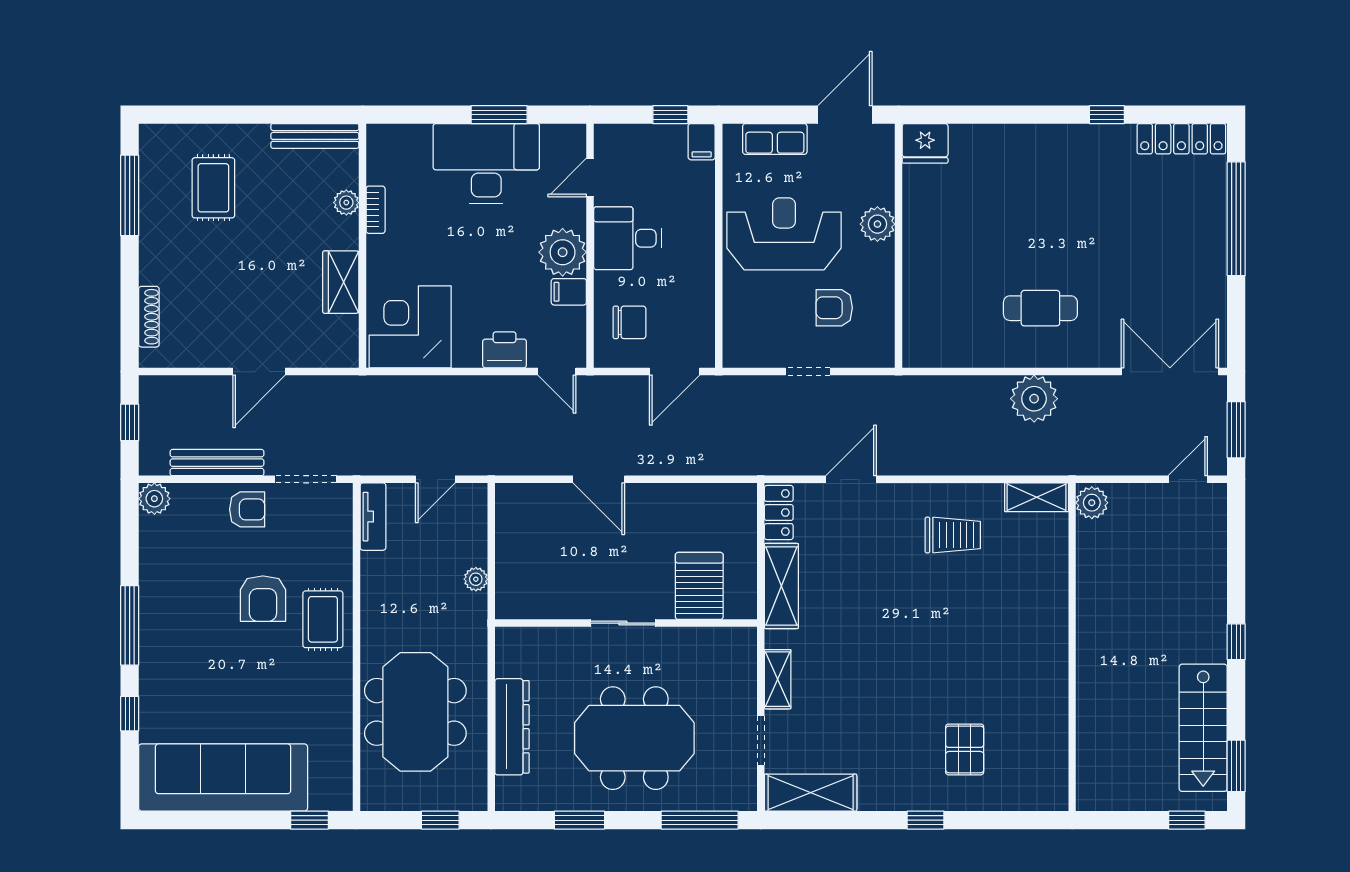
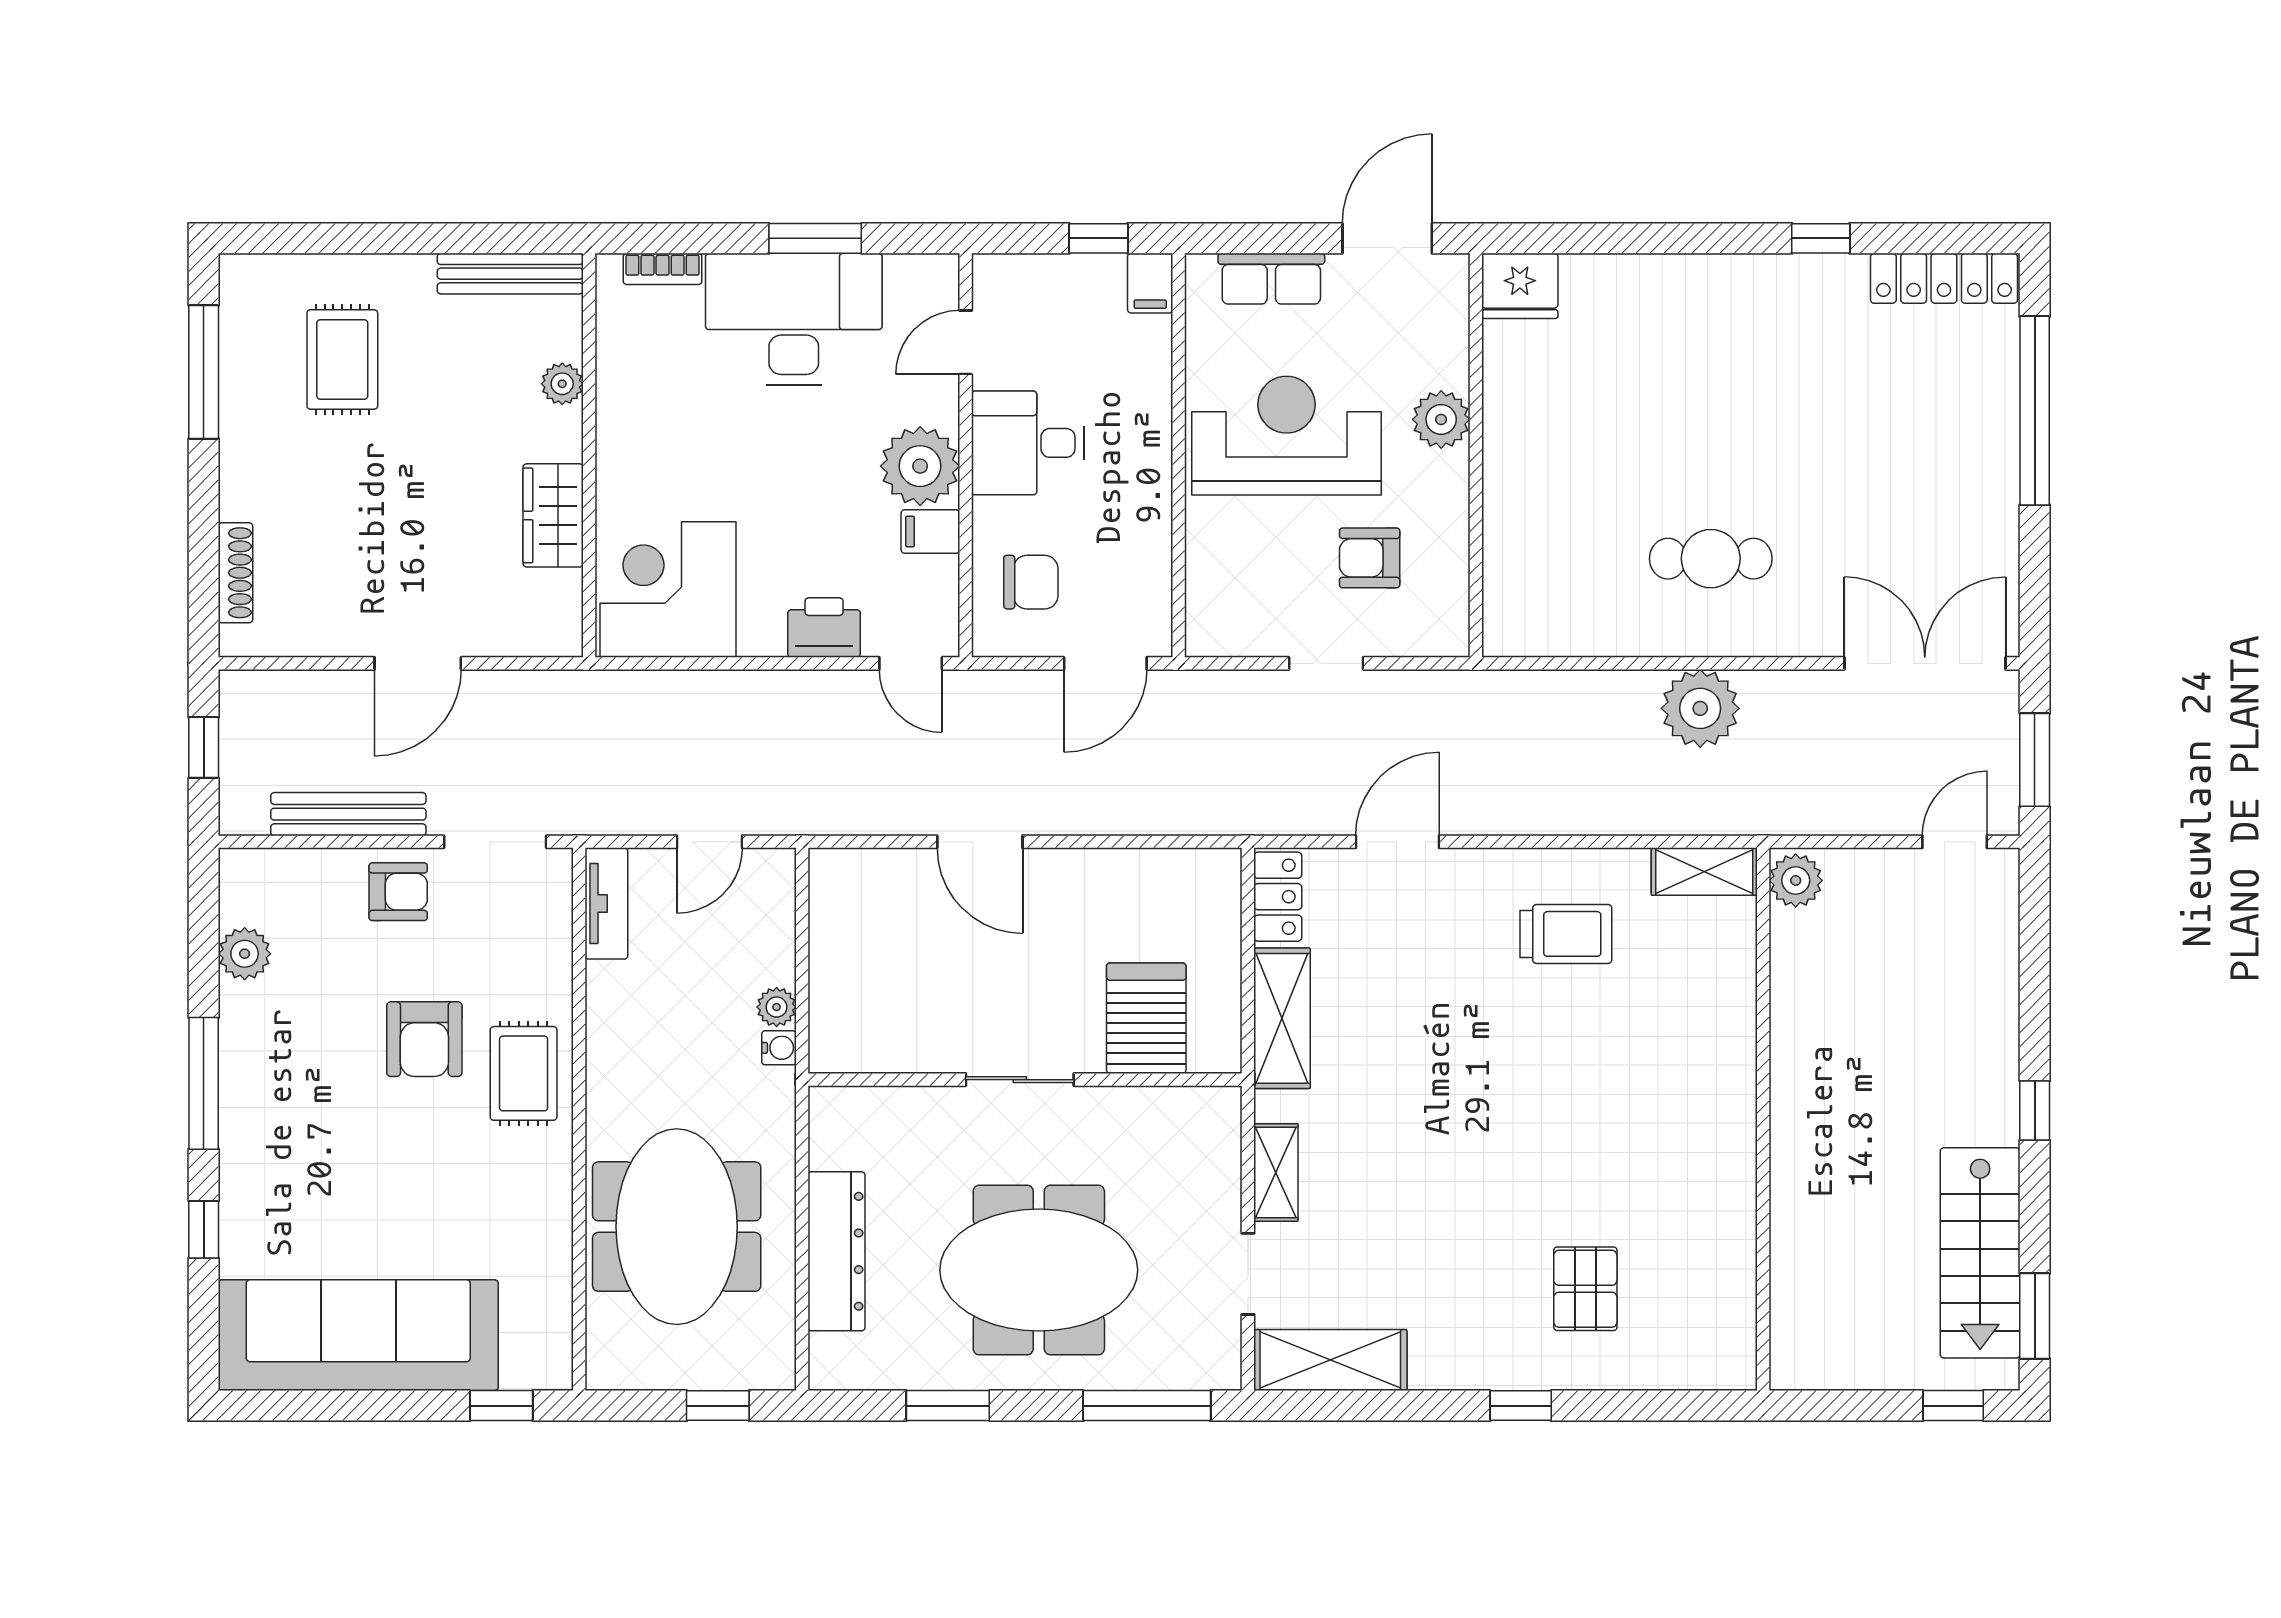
bookcase: (376, 210) -> (663, 269), moved, turned 90
plant: (154, 499) -> (245, 954), moved
water cooler: (477, 604) -> (779, 1048), added

